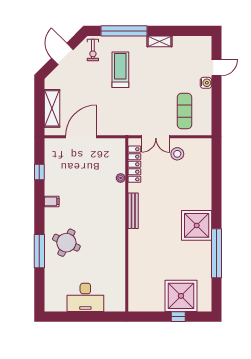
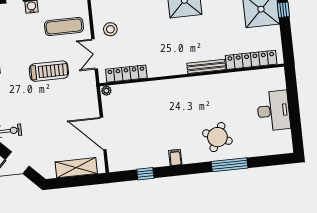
treadmill: (120, 70) -> (49, 71), moved, turned 180
double door: (156, 137) -> (95, 54), swing flipped
plant: (121, 178) -> (106, 91), moved
bench: (133, 211) -> (206, 66), moved
locker: (135, 282) -> (251, 60), added

